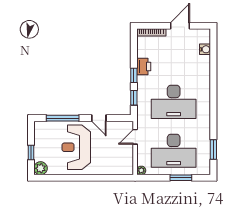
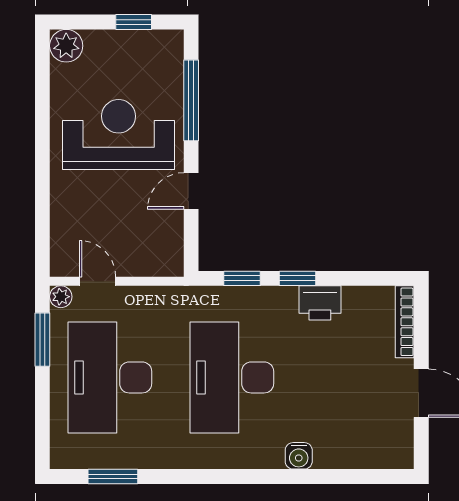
water cooler: (205, 49) -> (299, 456), moved
door: (135, 137) -> (98, 281), moved
window: (31, 153) -> (134, 22), moved
window: (181, 178) -> (42, 340), moved

